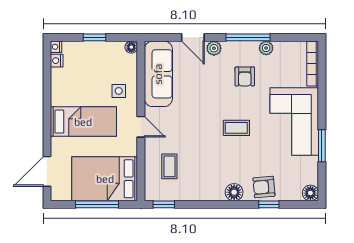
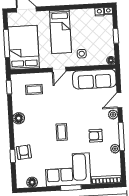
window: (322, 146) -> (71, 188), moved
floor lamp: (234, 192) -> (19, 118), moved
floor lamp: (310, 193) -> (32, 182), moved

